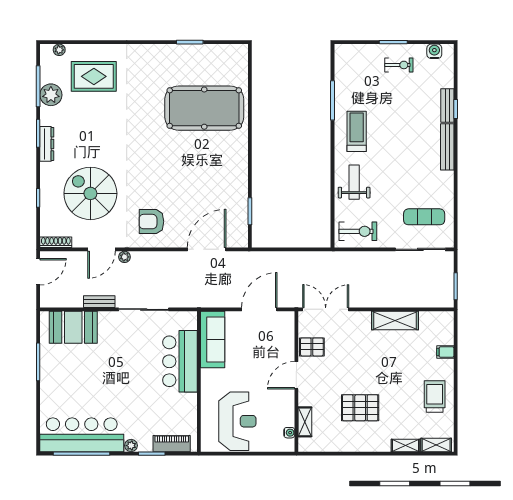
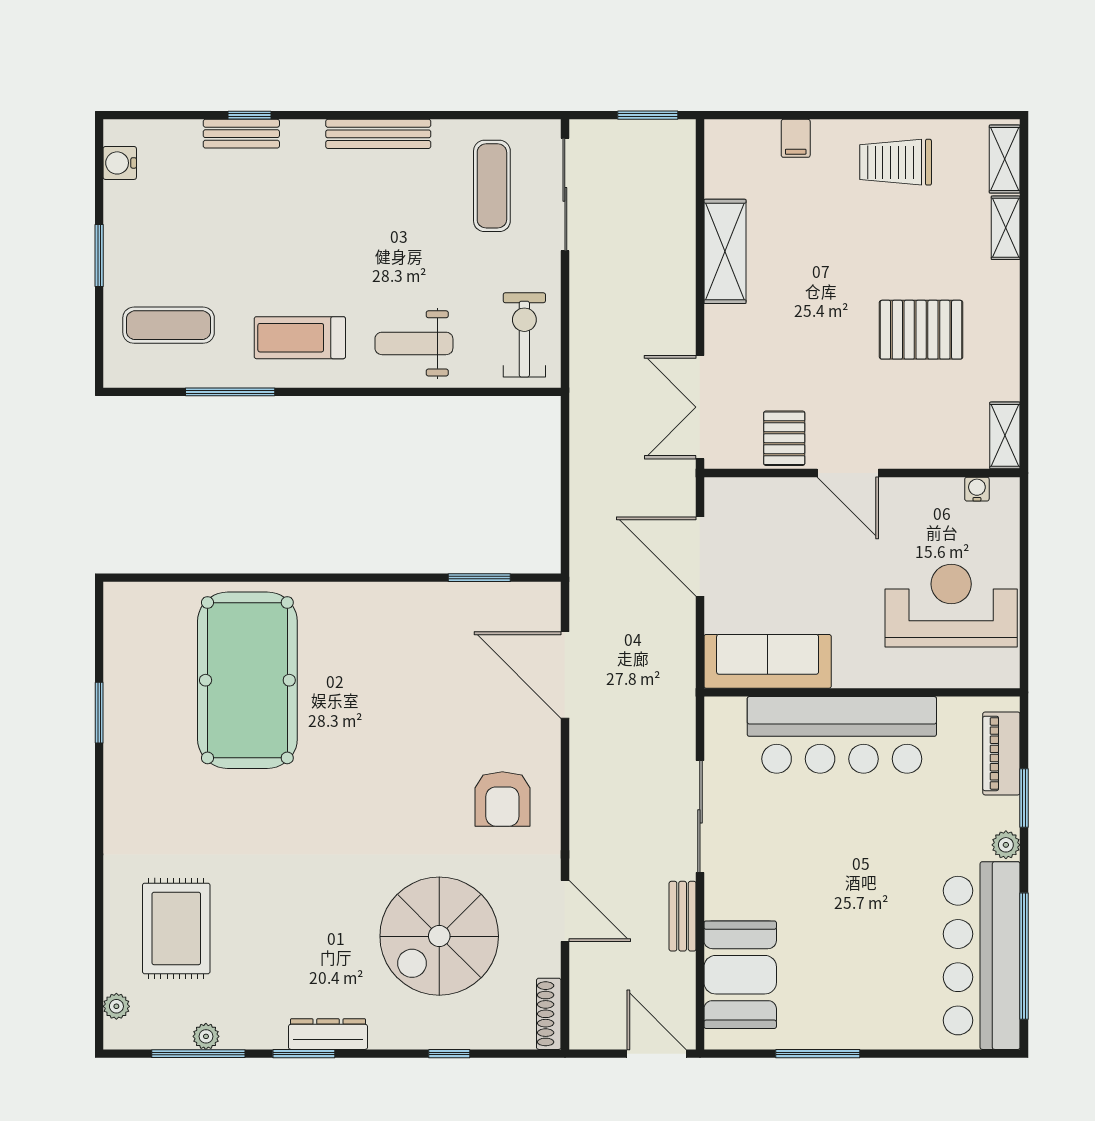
exercise bike: (399, 65) -> (150, 243), removed
exercise mat: (362, 73) -> (169, 325), added
plant: (51, 95) -> (206, 1036), width x0.53, depth x0.53
bench: (447, 147) -> (378, 134), moved
plant: (124, 257) -> (582, 859), removed
door: (38, 272) -> (657, 1054), moved
bar counter: (180, 361) -> (842, 735), width x1.36
pallet: (360, 408) -> (921, 330), turned 90
shelving: (305, 422) -> (1005, 435), moved, turned 90

